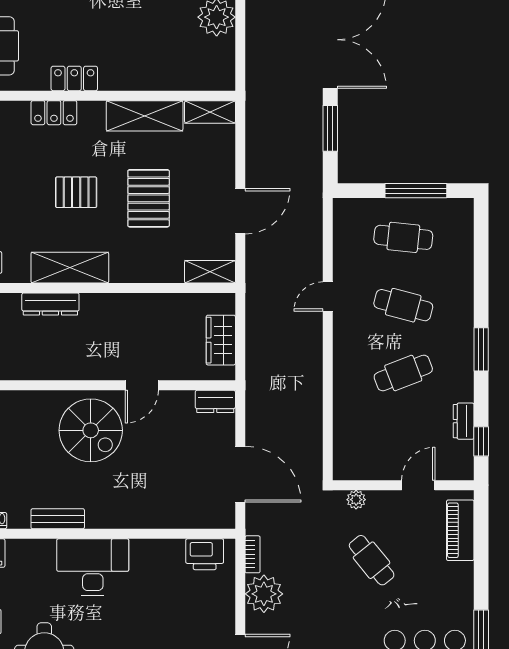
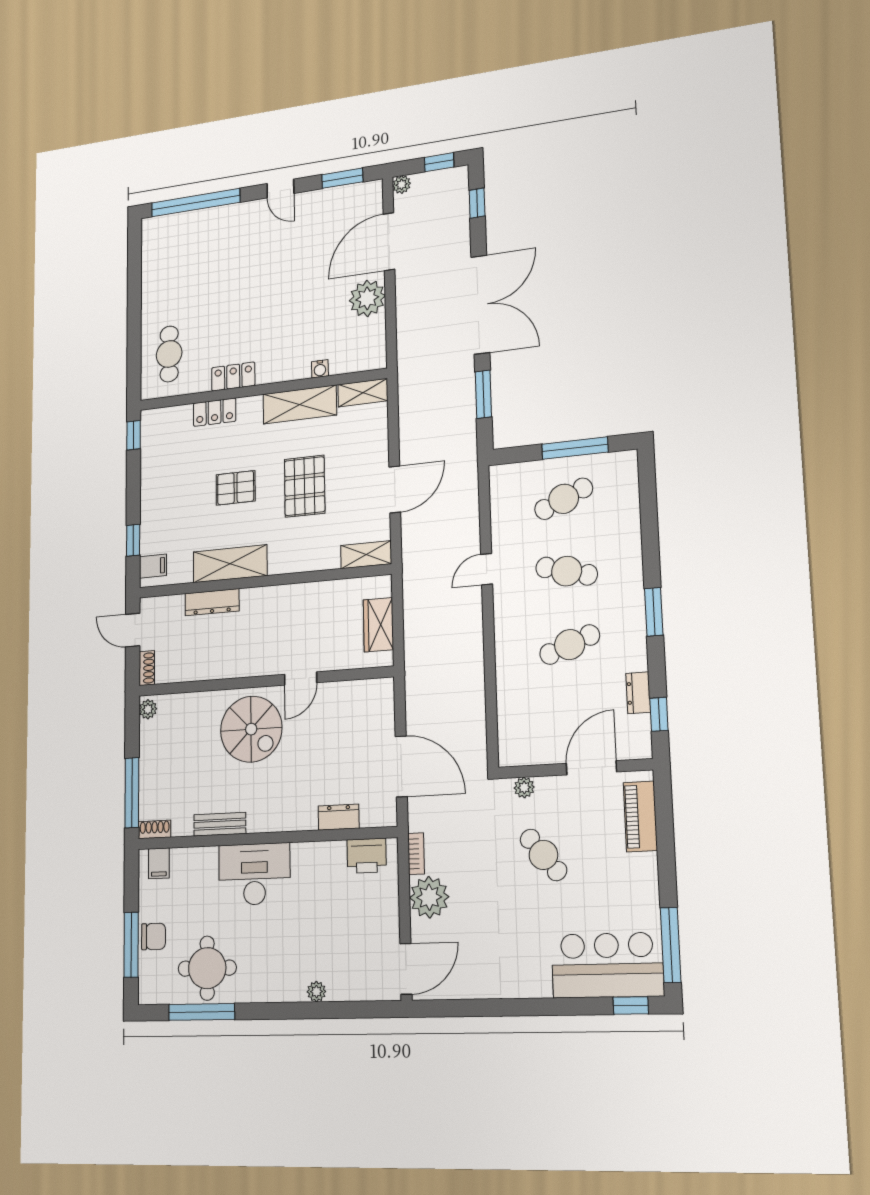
water cooler: (166, 82) -> (320, 369), added
cafe table: (403, 237) -> (564, 499), turned -30
dresser: (215, 401) -> (339, 817), moved, turned 180
door: (418, 485) -> (591, 768), width x1.38

